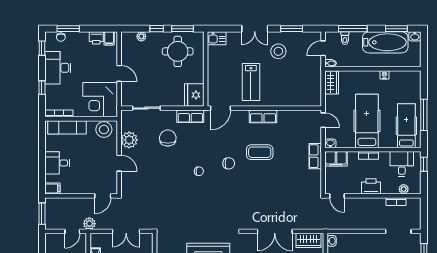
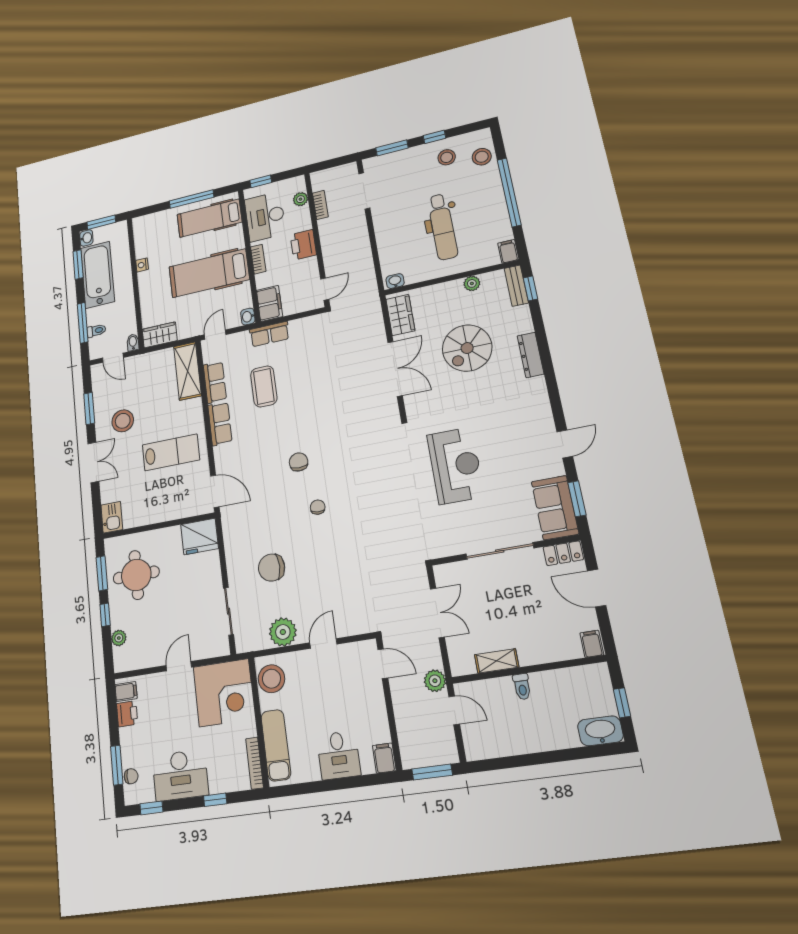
window: (424, 48) -> (101, 222), added
shelving: (303, 99) -> (188, 371), added
row of seats: (190, 116) -> (215, 382), moved
coffee table: (260, 152) -> (264, 386), moved
desk: (402, 164) -> (265, 217), width x1.37

